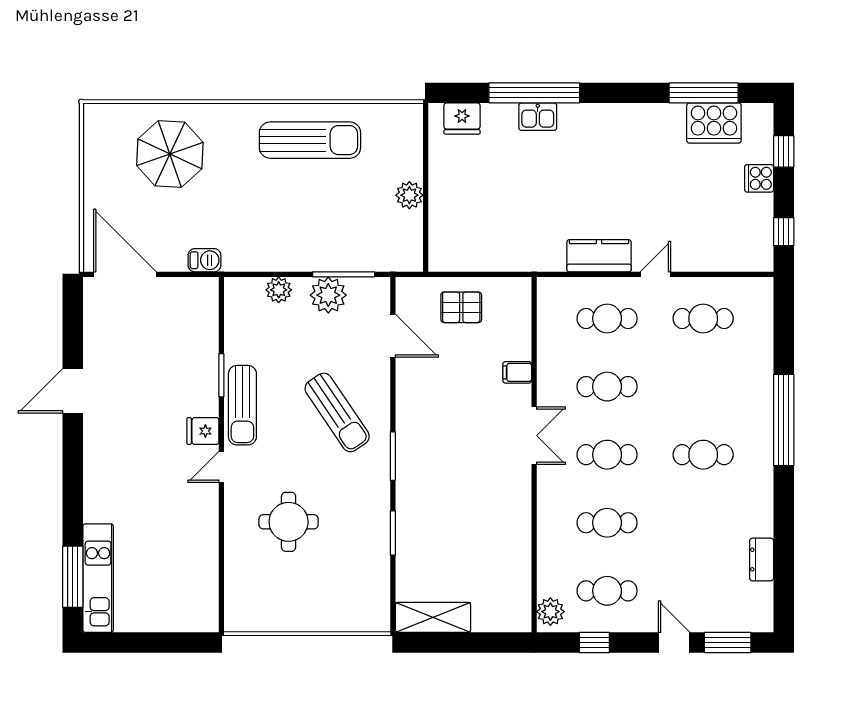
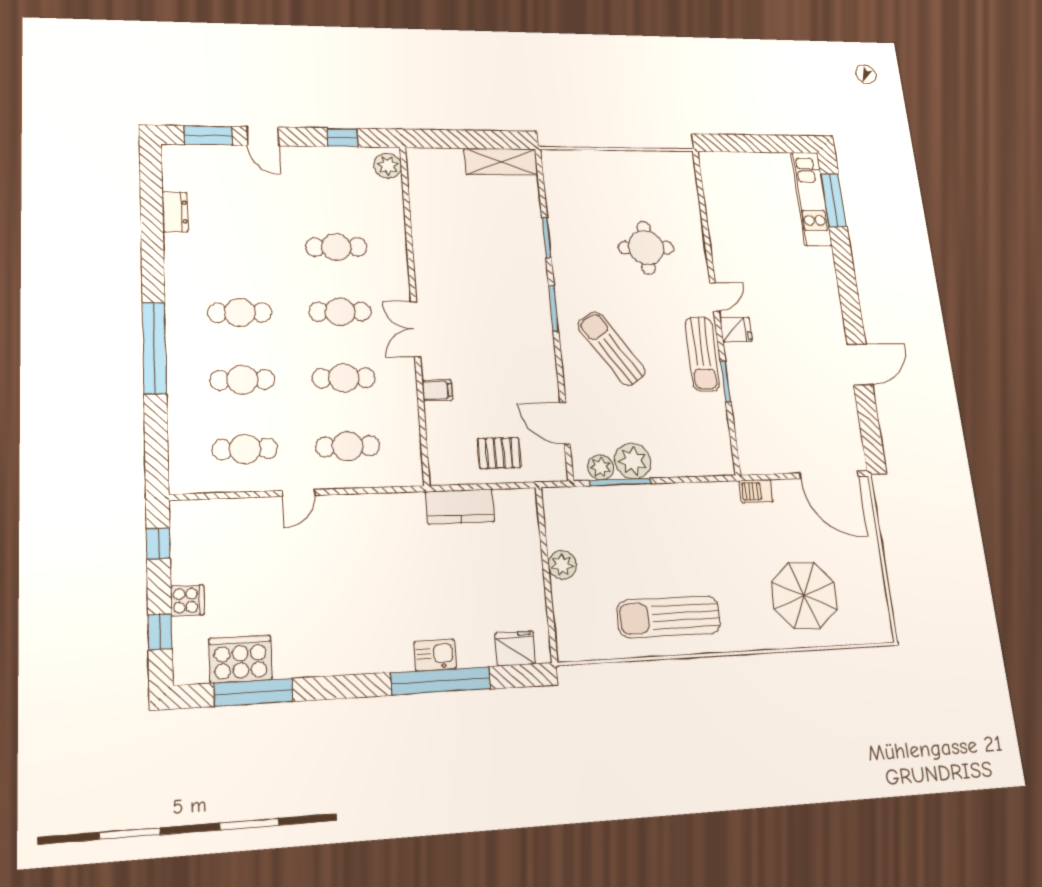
kitchen counter: (599, 256) -> (460, 507), moved
plant: (279, 290) -> (601, 467), moved
sun lounger: (242, 405) -> (702, 354), turned 180
cafe table: (607, 591) -> (242, 380), moved

